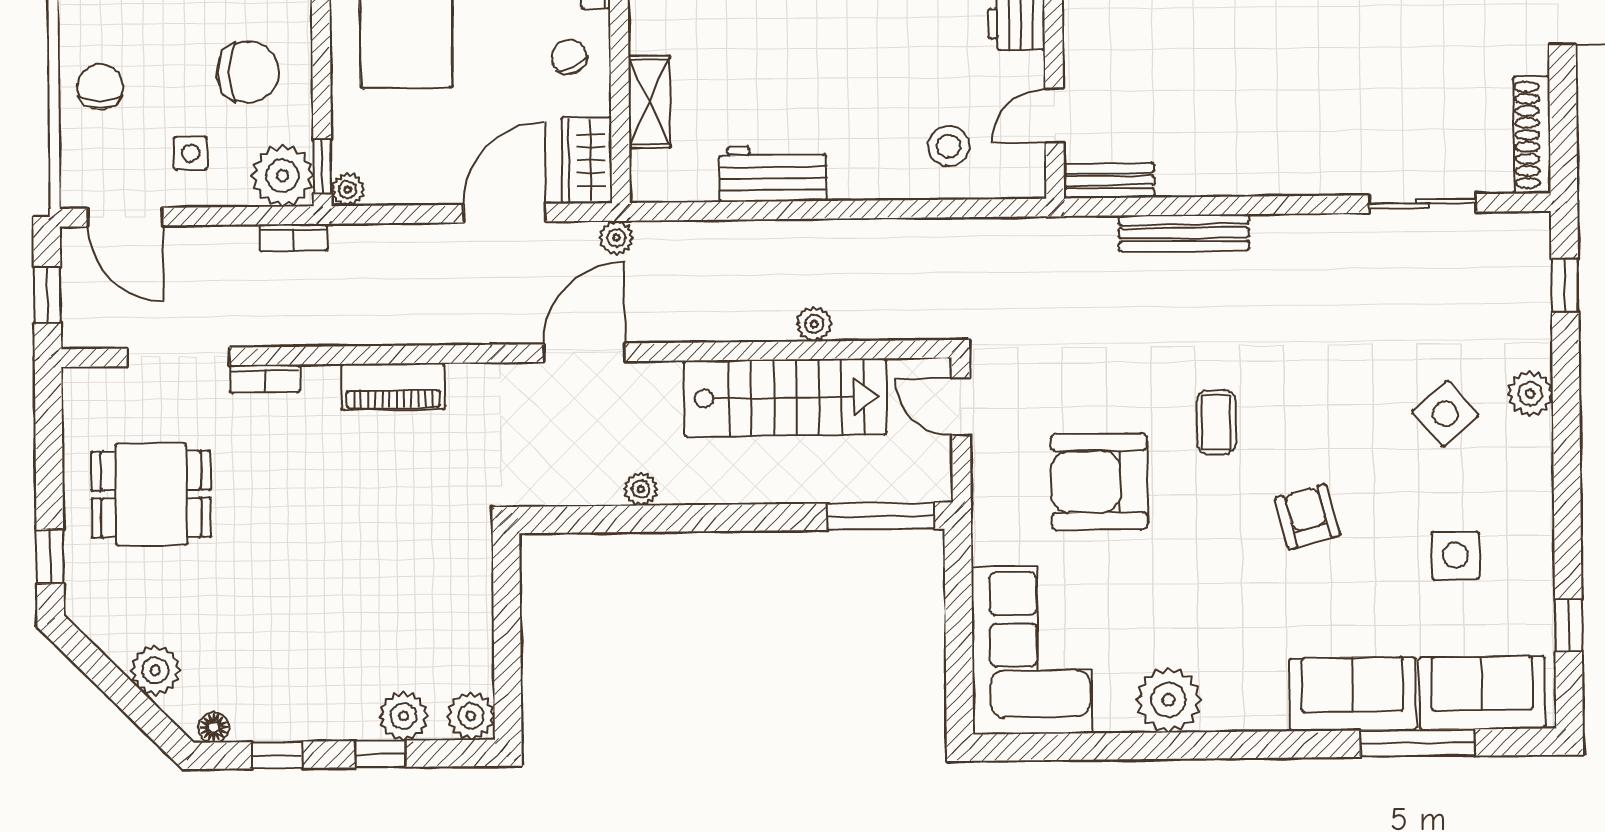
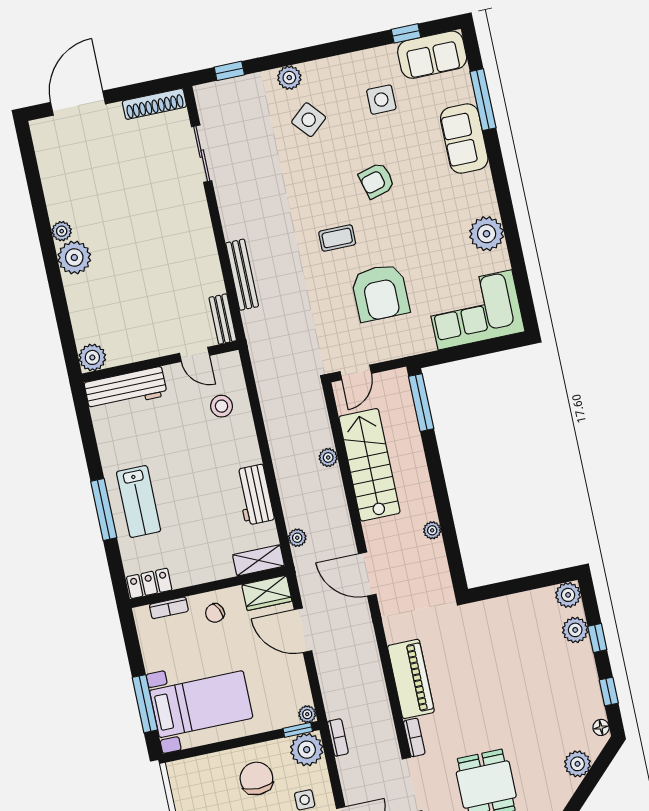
shelving: (649, 102) -> (258, 560), moved
plant: (616, 238) -> (297, 538), moved
piano: (393, 387) -> (411, 679), width x1.37, depth x1.33
sofa: (1482, 693) -> (432, 55), moved, turned -90

